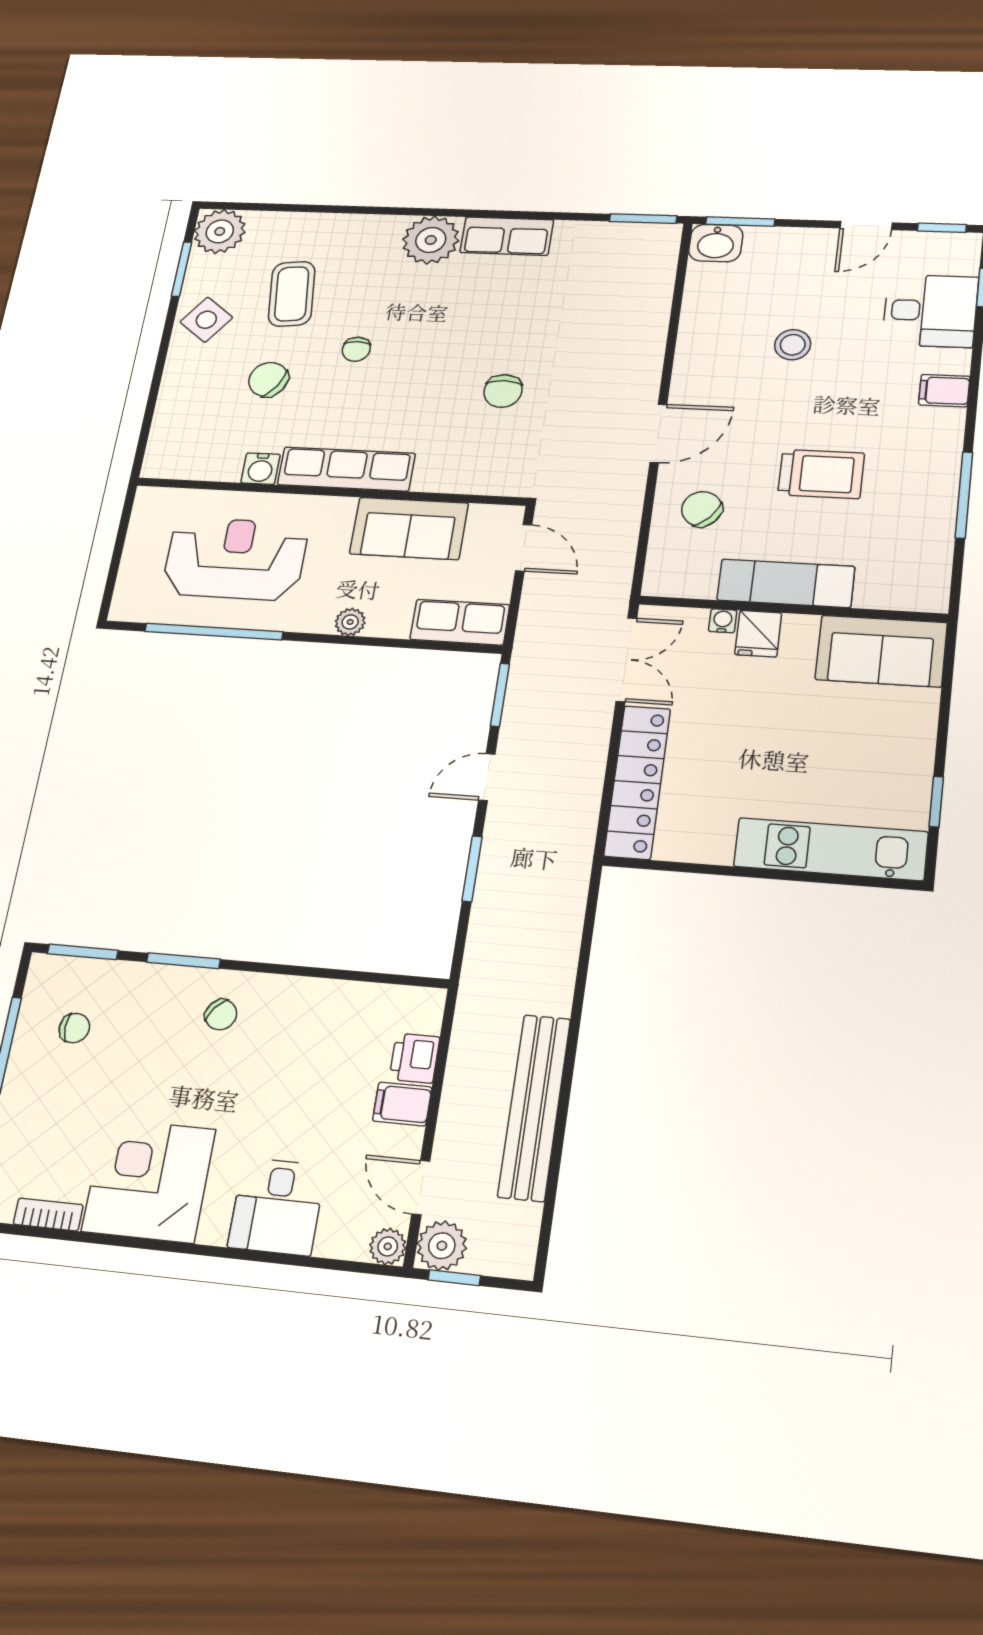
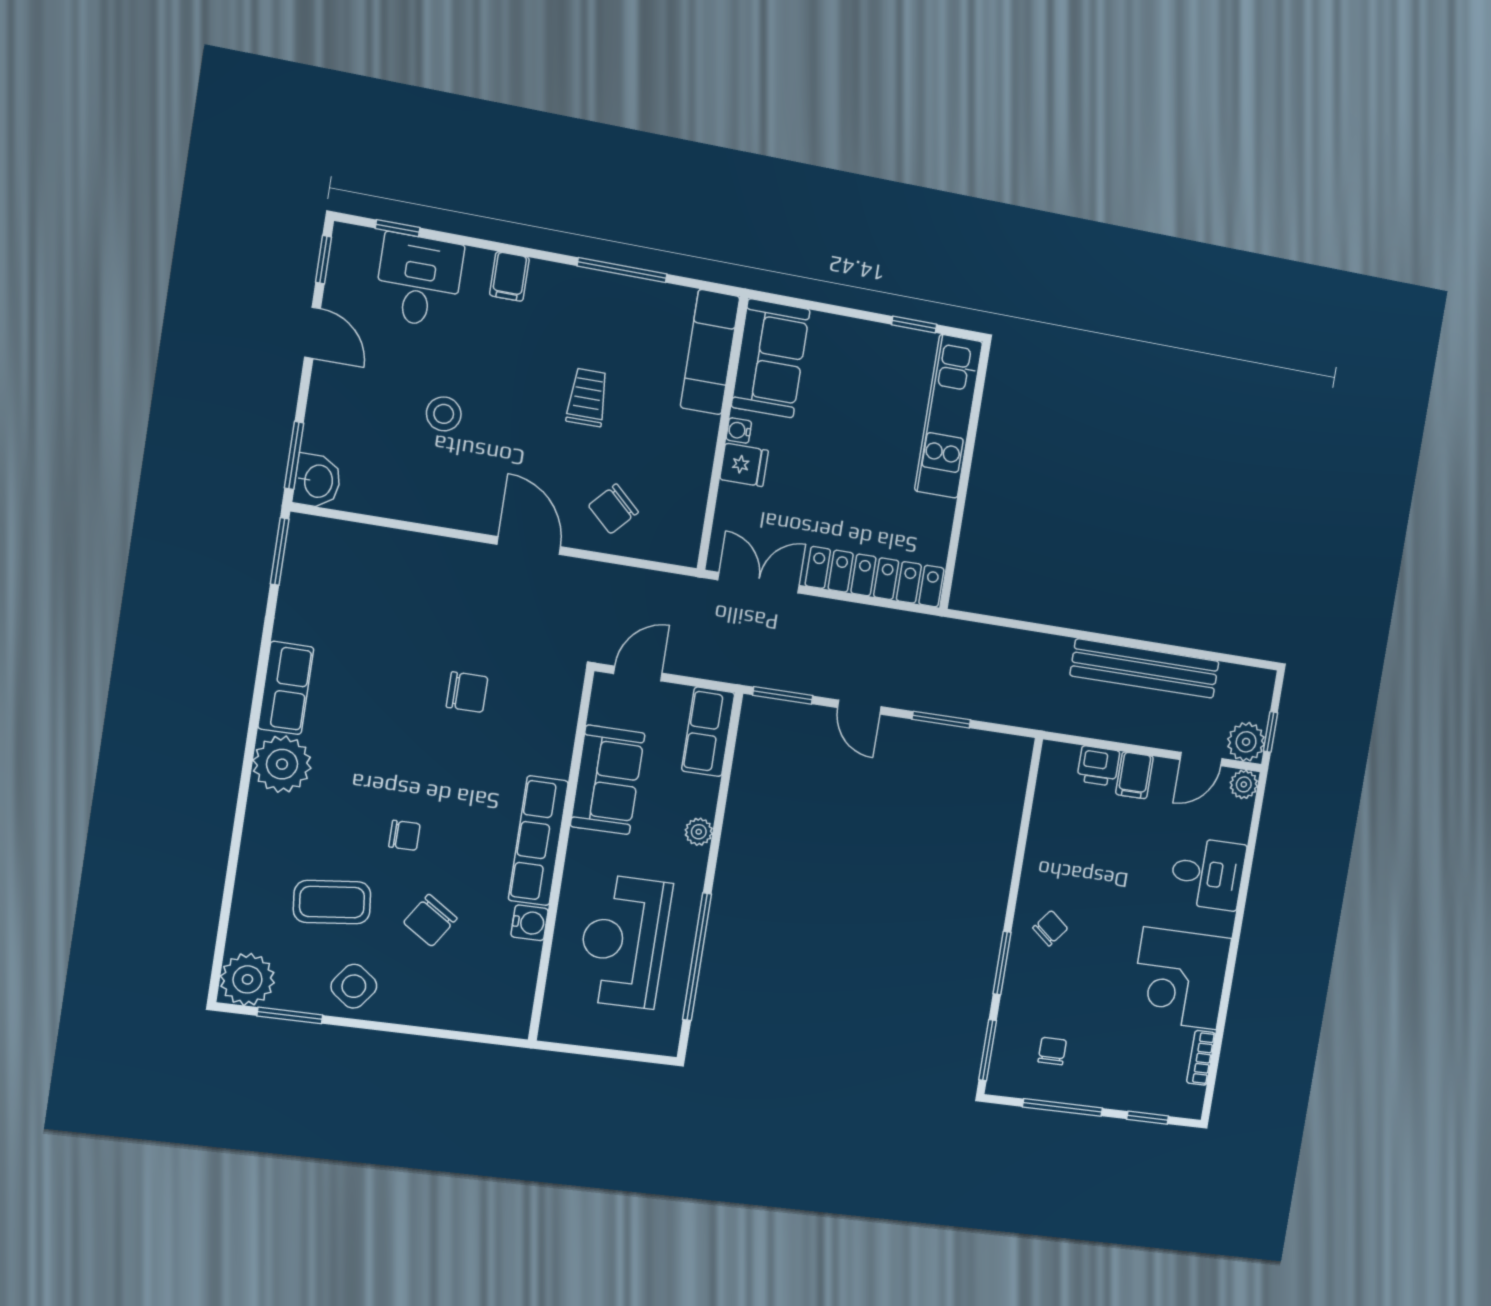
trolley: (821, 474) -> (587, 398), width x0.73, depth x0.72
exam couch: (786, 583) -> (710, 352), moved
water cooler: (723, 621) -> (739, 431), moved

